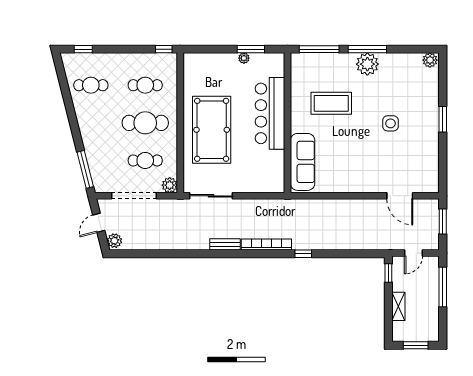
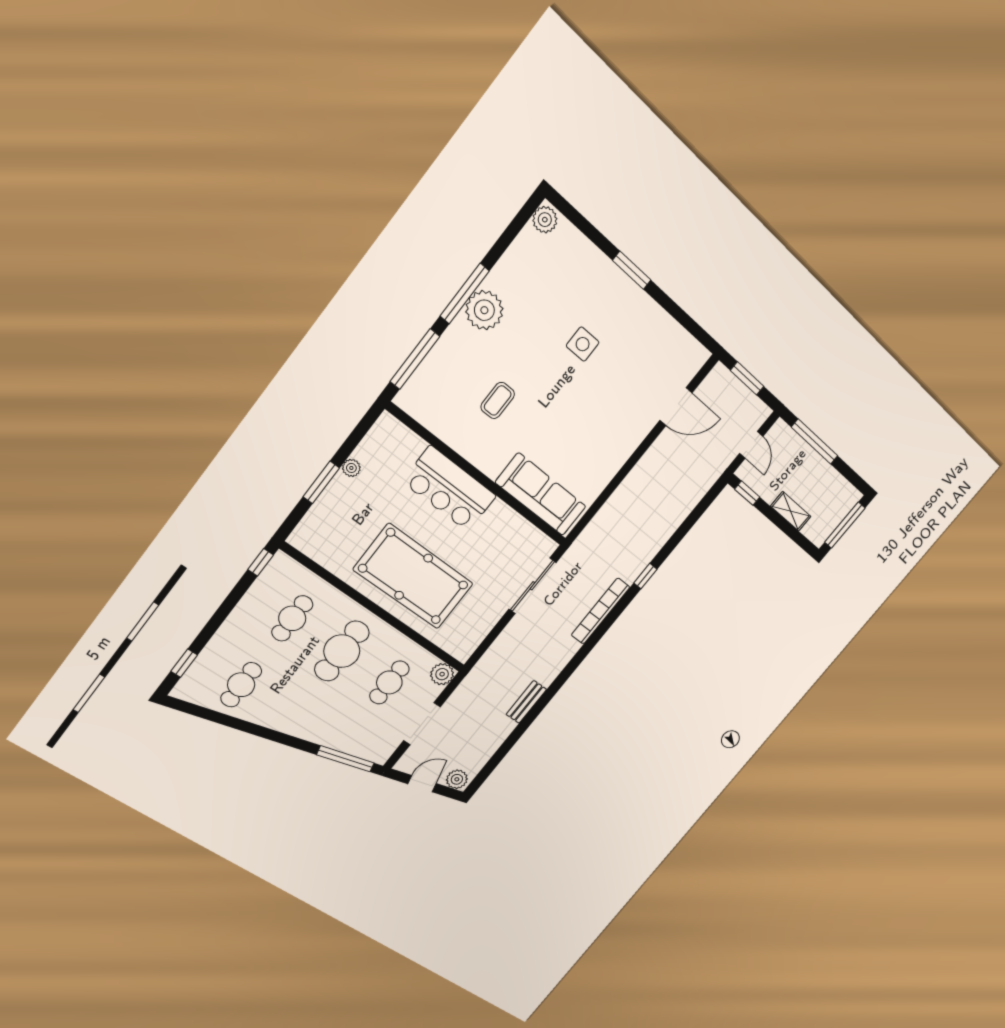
window: (251, 49) -> (321, 482), moved
coffee table: (331, 103) -> (498, 400), width x0.54, depth x0.58
bar counter: (270, 113) -> (449, 489), width x0.73
doorway: (134, 196) -> (422, 724), width x0.73
sliding door: (211, 196) -> (532, 586), moved
door: (99, 223) -> (422, 784), swing flipped
bench: (225, 244) -> (526, 702), moved
window: (416, 345) -> (845, 525), width x1.44

